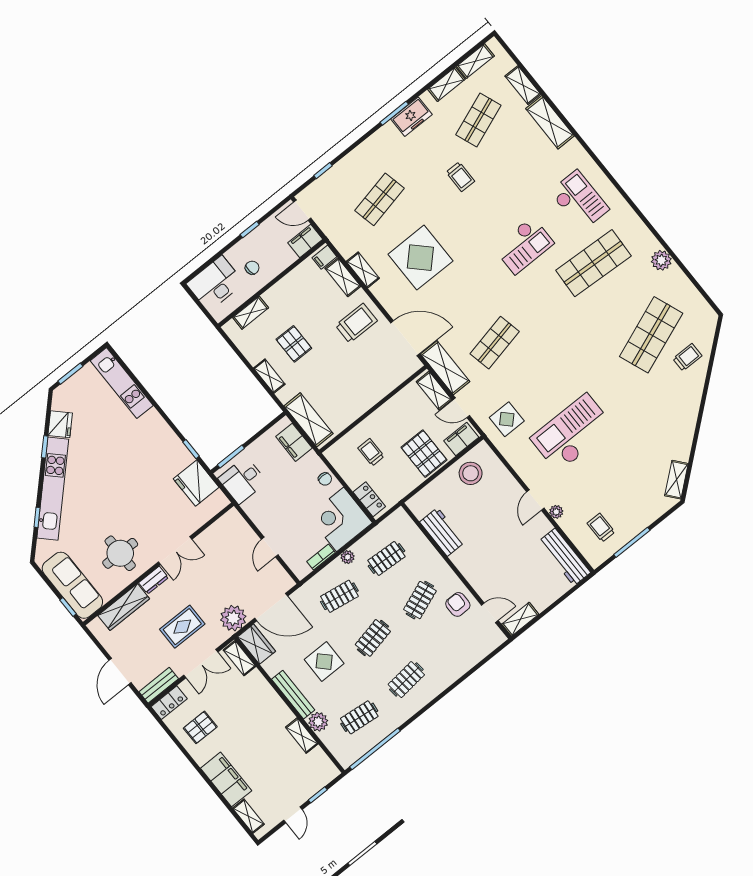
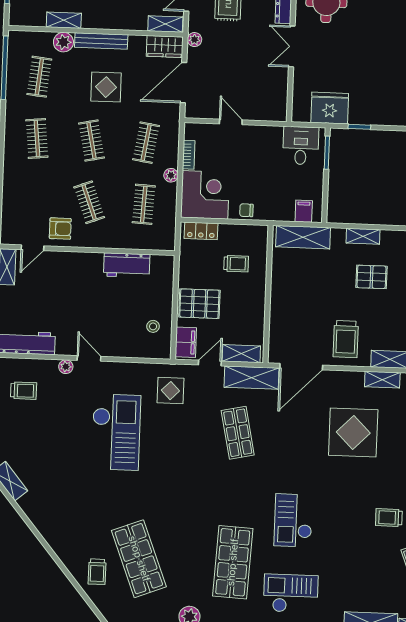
checkout: (579, 201) -> (291, 593), turned 180
filing cabinet: (294, 442) -> (304, 211), width x0.50
stool: (471, 473) -> (153, 326), width x0.53, depth x0.53
plant: (233, 618) -> (194, 40), width x0.53, depth x0.53

